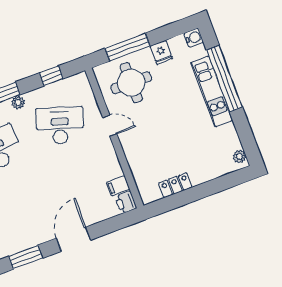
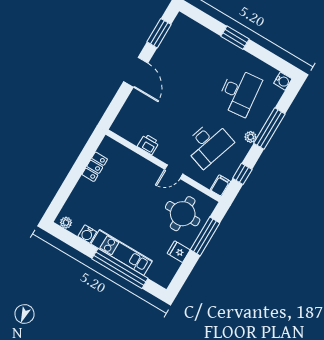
water cooler: (194, 38) -> (87, 234), moved
filing cabinet: (118, 186) -> (220, 186), moved
printer: (126, 202) -> (148, 144), moved

